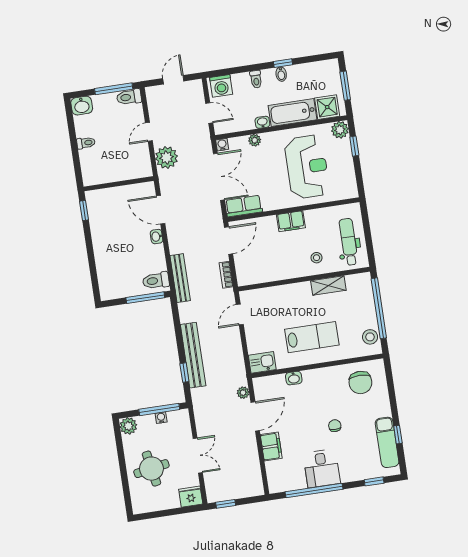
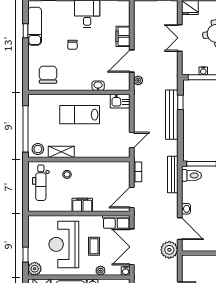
plant: (167, 158) -> (169, 250), moved
coffee table: (268, 170) -> (94, 246), added
stool: (370, 337) -> (38, 149), moved

